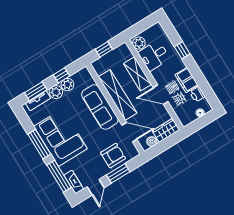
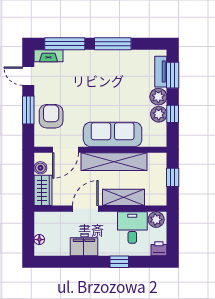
printer: (197, 94) -> (159, 249), moved
corner sofa: (61, 138) -> (106, 71), removed
armchair: (113, 156) -> (51, 116), turned 180

